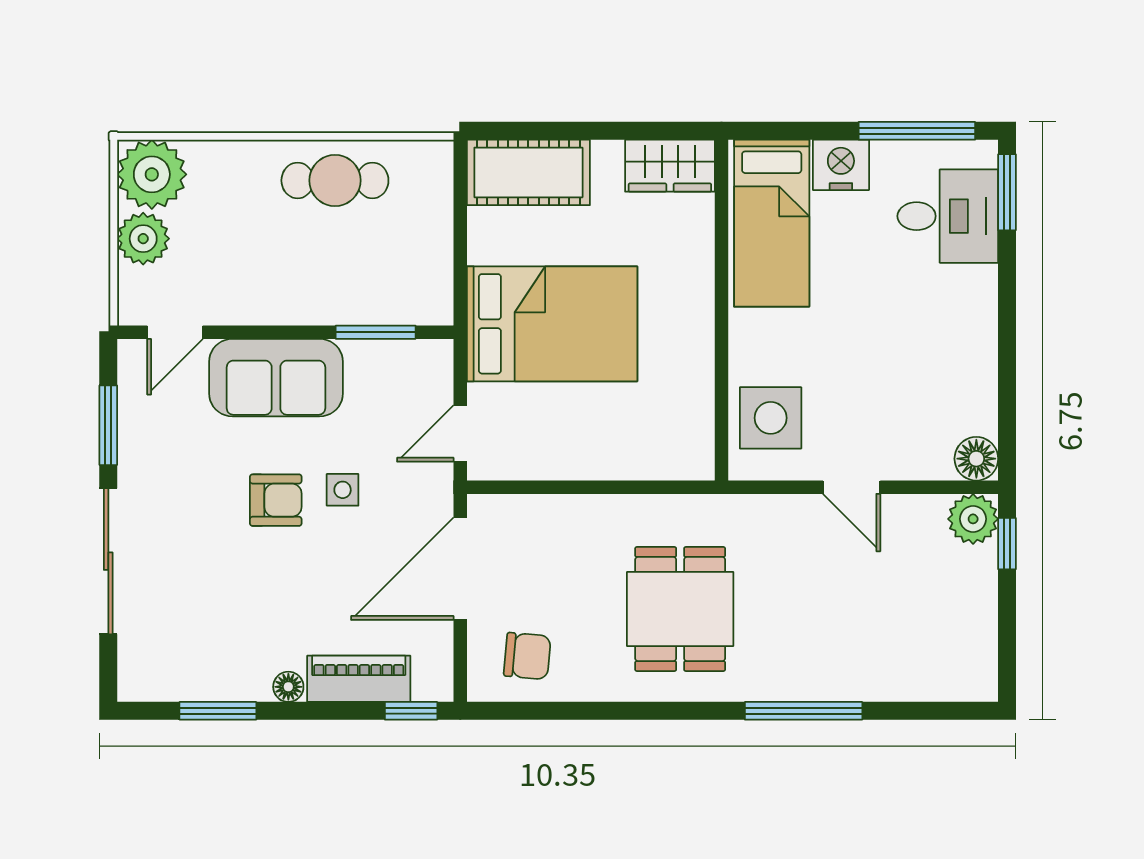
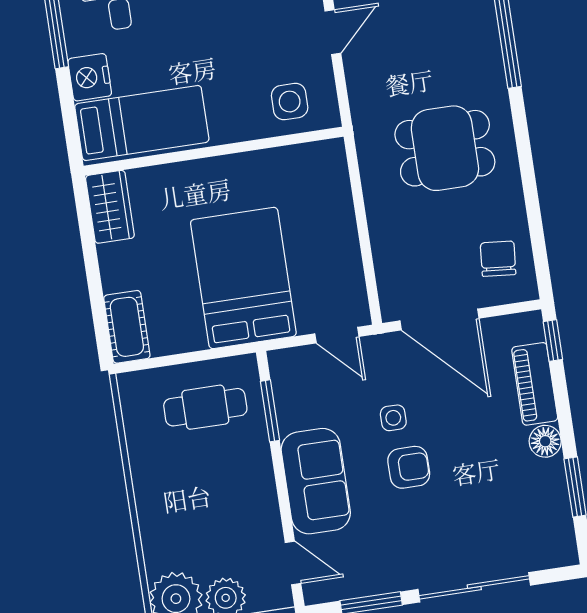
cot: (528, 172) -> (127, 327), width x0.73, depth x0.75
cafe table: (335, 180) -> (205, 407), moved, turned 90
side table: (771, 418) -> (290, 102), width x0.73, depth x0.73
armchair: (276, 500) -> (409, 467), turned 90
floor lamp: (288, 687) -> (545, 441), width x1.37, depth x1.37

